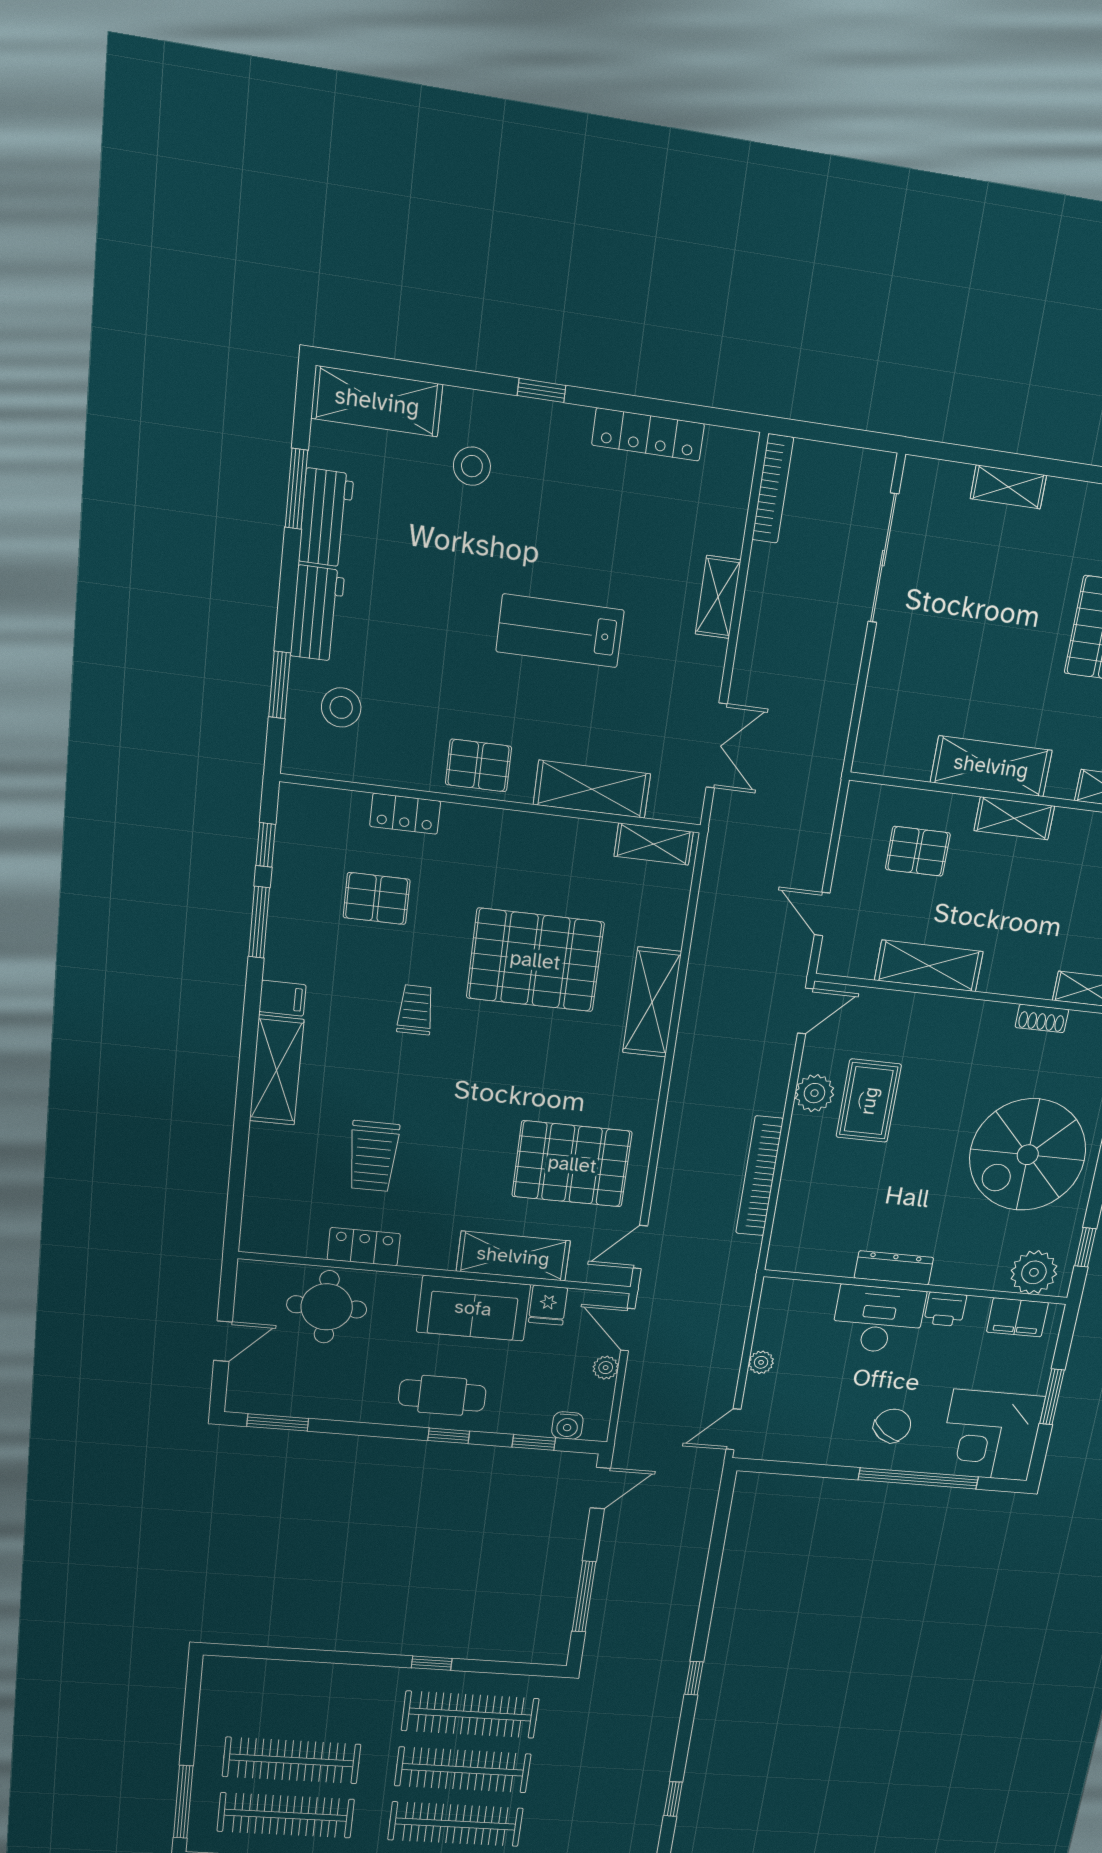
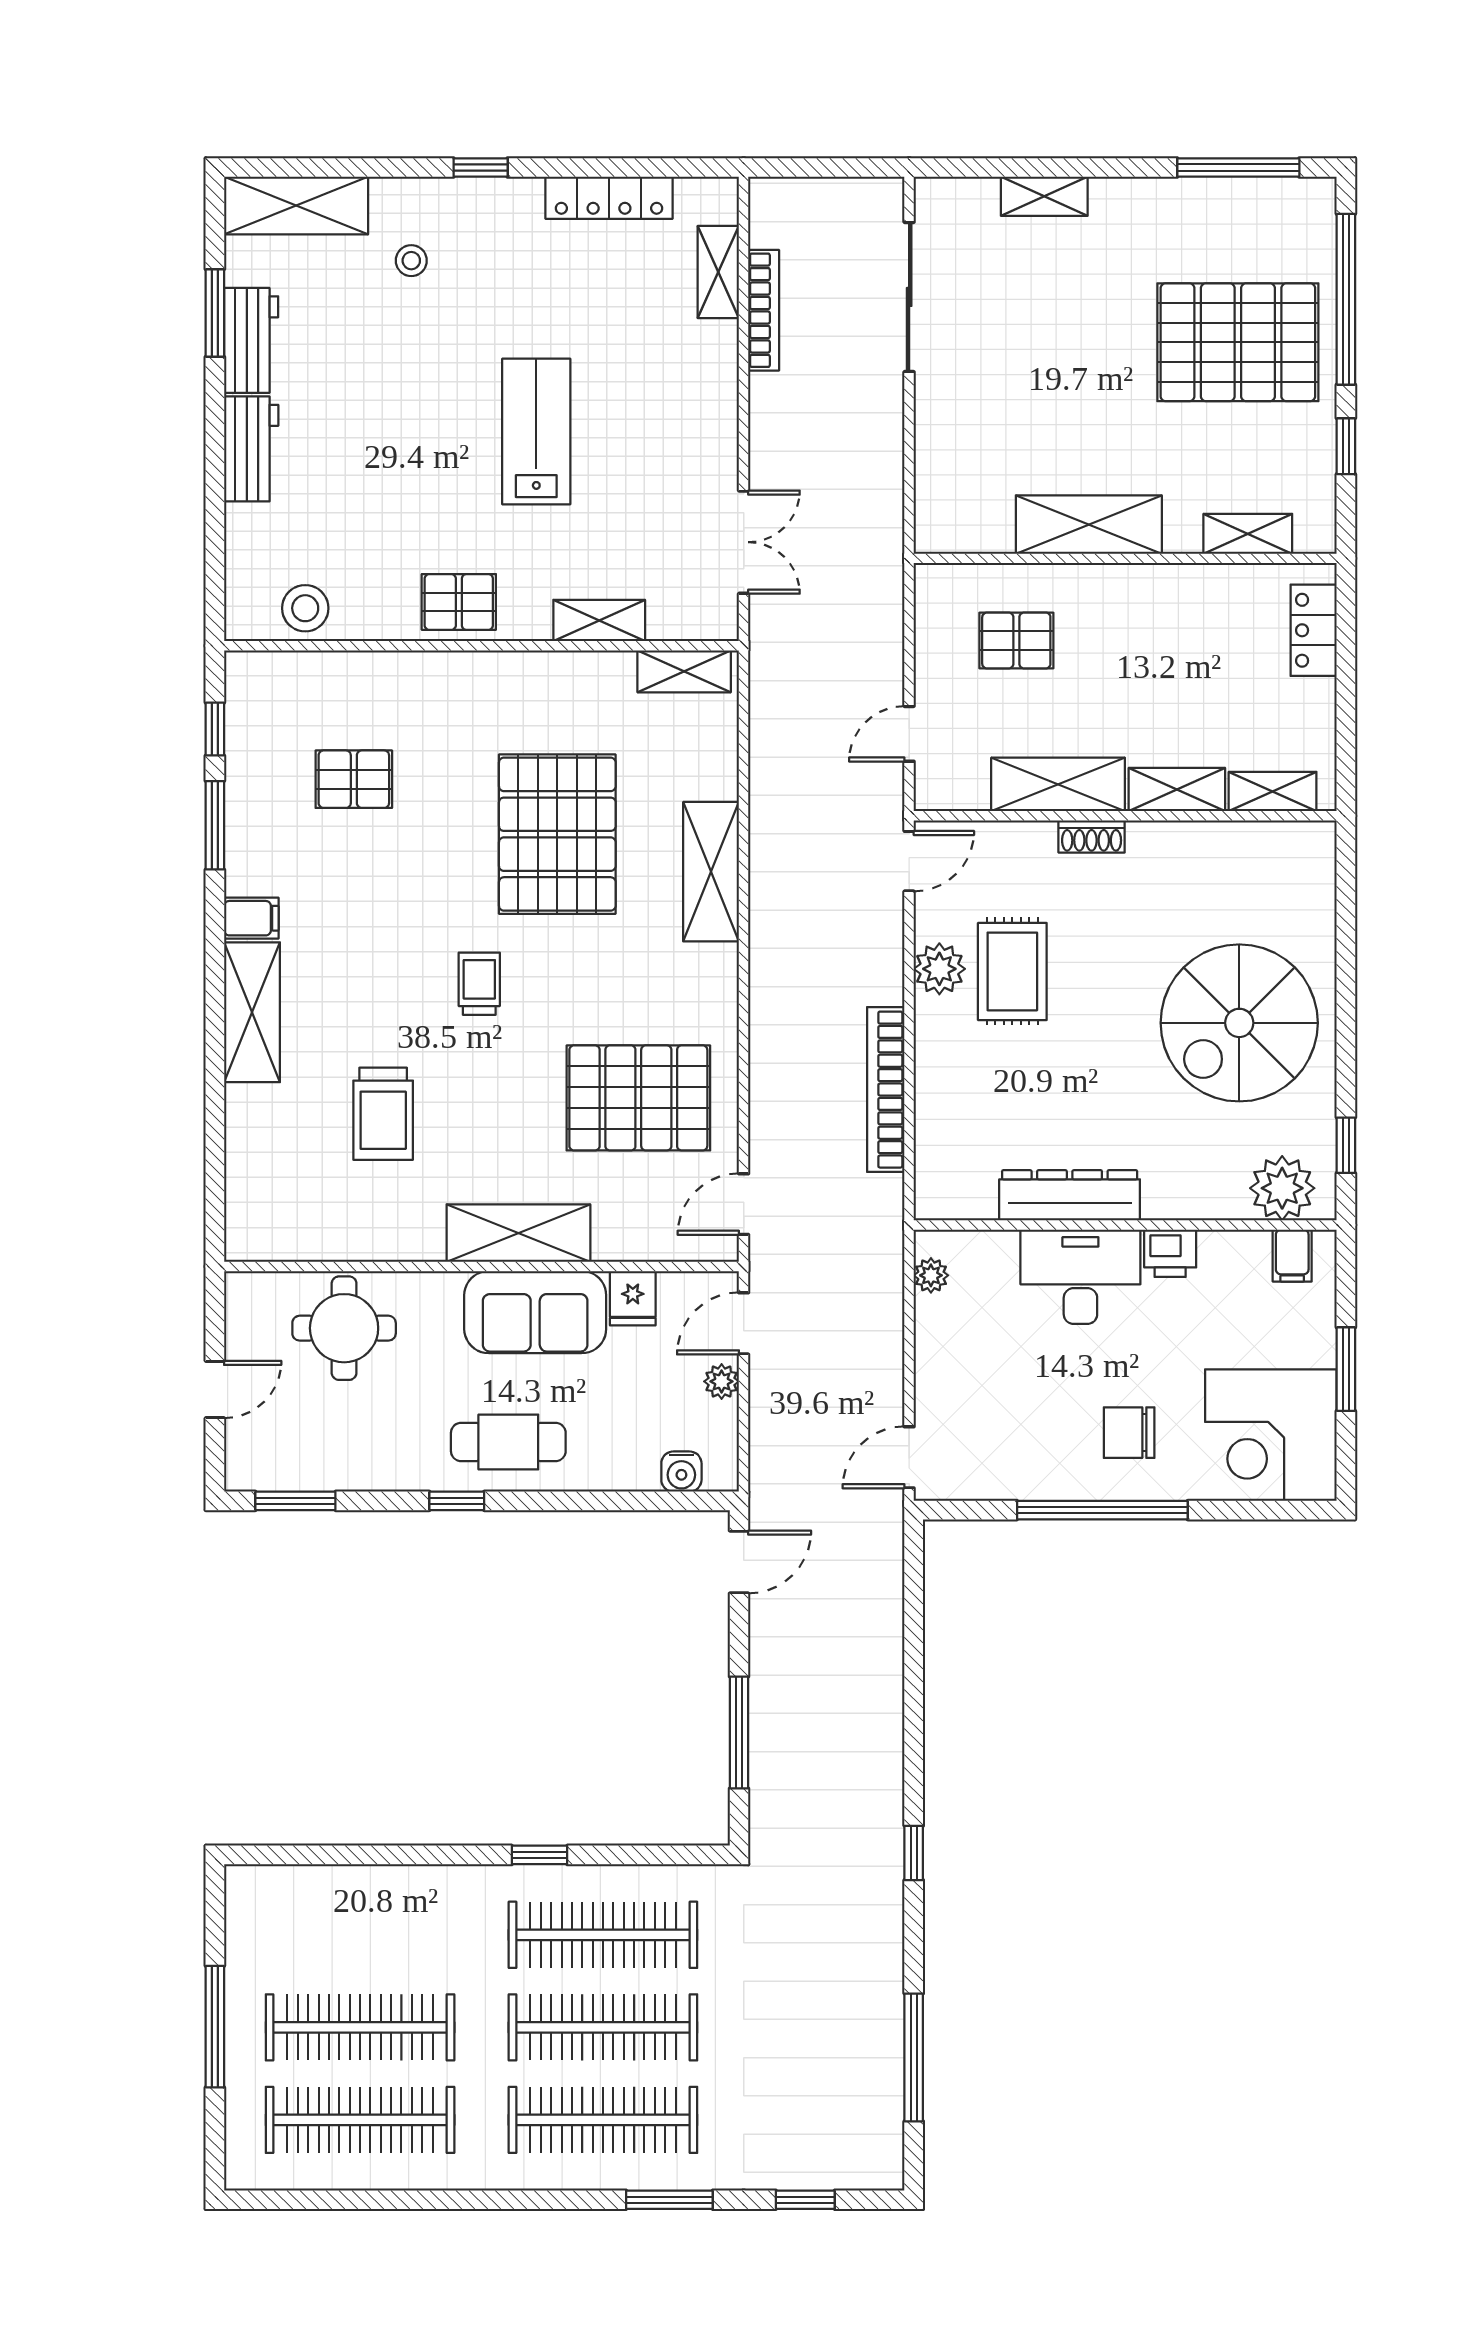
stool: (472, 466) -> (411, 261), width x0.73, depth x0.73
bookcase: (773, 489) -> (764, 310), moved
shelving: (718, 597) -> (718, 272), moved
lab bench: (560, 631) -> (536, 432), turned 90
window: (280, 685) -> (215, 537), removed
stool: (341, 707) -> (305, 608), moved
shelving: (592, 789) -> (599, 620), width x0.67, depth x0.75
locker: (405, 814) -> (377, 671), removed
shelving: (1014, 818) -> (1177, 790), moved
door: (822, 914) -> (909, 734), hinge flipped
pallet: (535, 960) -> (557, 834), turned 90
trolley: (416, 1010) -> (479, 984), moved
shoe rack: (1042, 1018) -> (1092, 837), moved
locker: (364, 1247) -> (384, 1239), removed
shelving: (513, 1256) -> (518, 1233), moved
dresser: (894, 1268) -> (1070, 1195), width x1.37, depth x1.24
filing cabinet: (1017, 1317) -> (1292, 1256), width x0.50
door: (628, 1330) -> (744, 1323), hinge flipped
plant: (761, 1362) -> (931, 1275), moved
chair: (892, 1426) -> (1129, 1433), turned -127
window: (449, 1436) -> (457, 1501), moved
window: (534, 1442) -> (639, 1501), removed
window: (918, 1478) -> (1102, 1510), moved
window: (673, 1799) -> (914, 2057), width x2.17
window: (183, 1802) -> (215, 2027), moved

